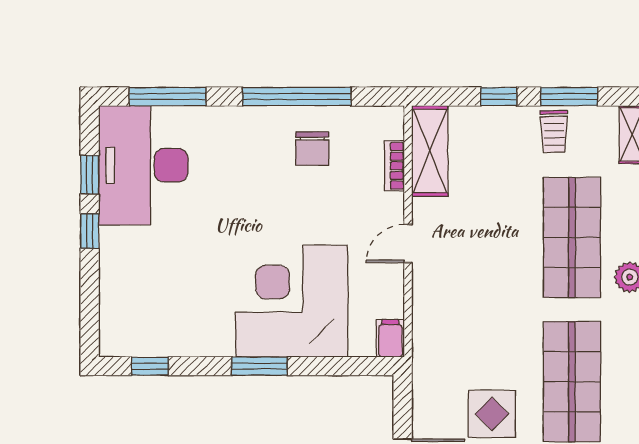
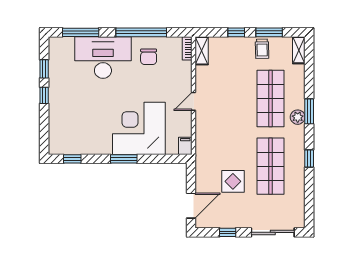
shelving: (430, 151) -> (202, 51), width x0.67, depth x0.75
desk: (143, 165) -> (103, 58), moved, turned 90
bookcase: (394, 166) -> (187, 48), moved

